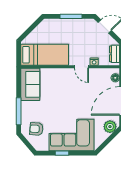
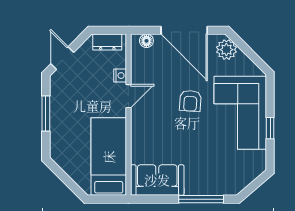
armchair: (36, 129) -> (190, 101), moved

